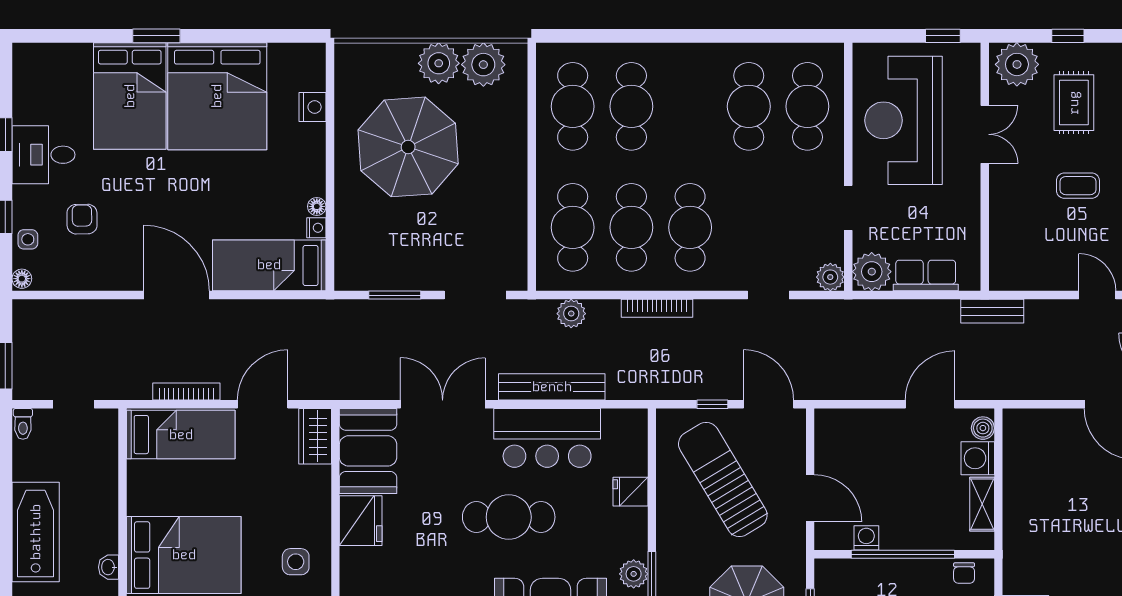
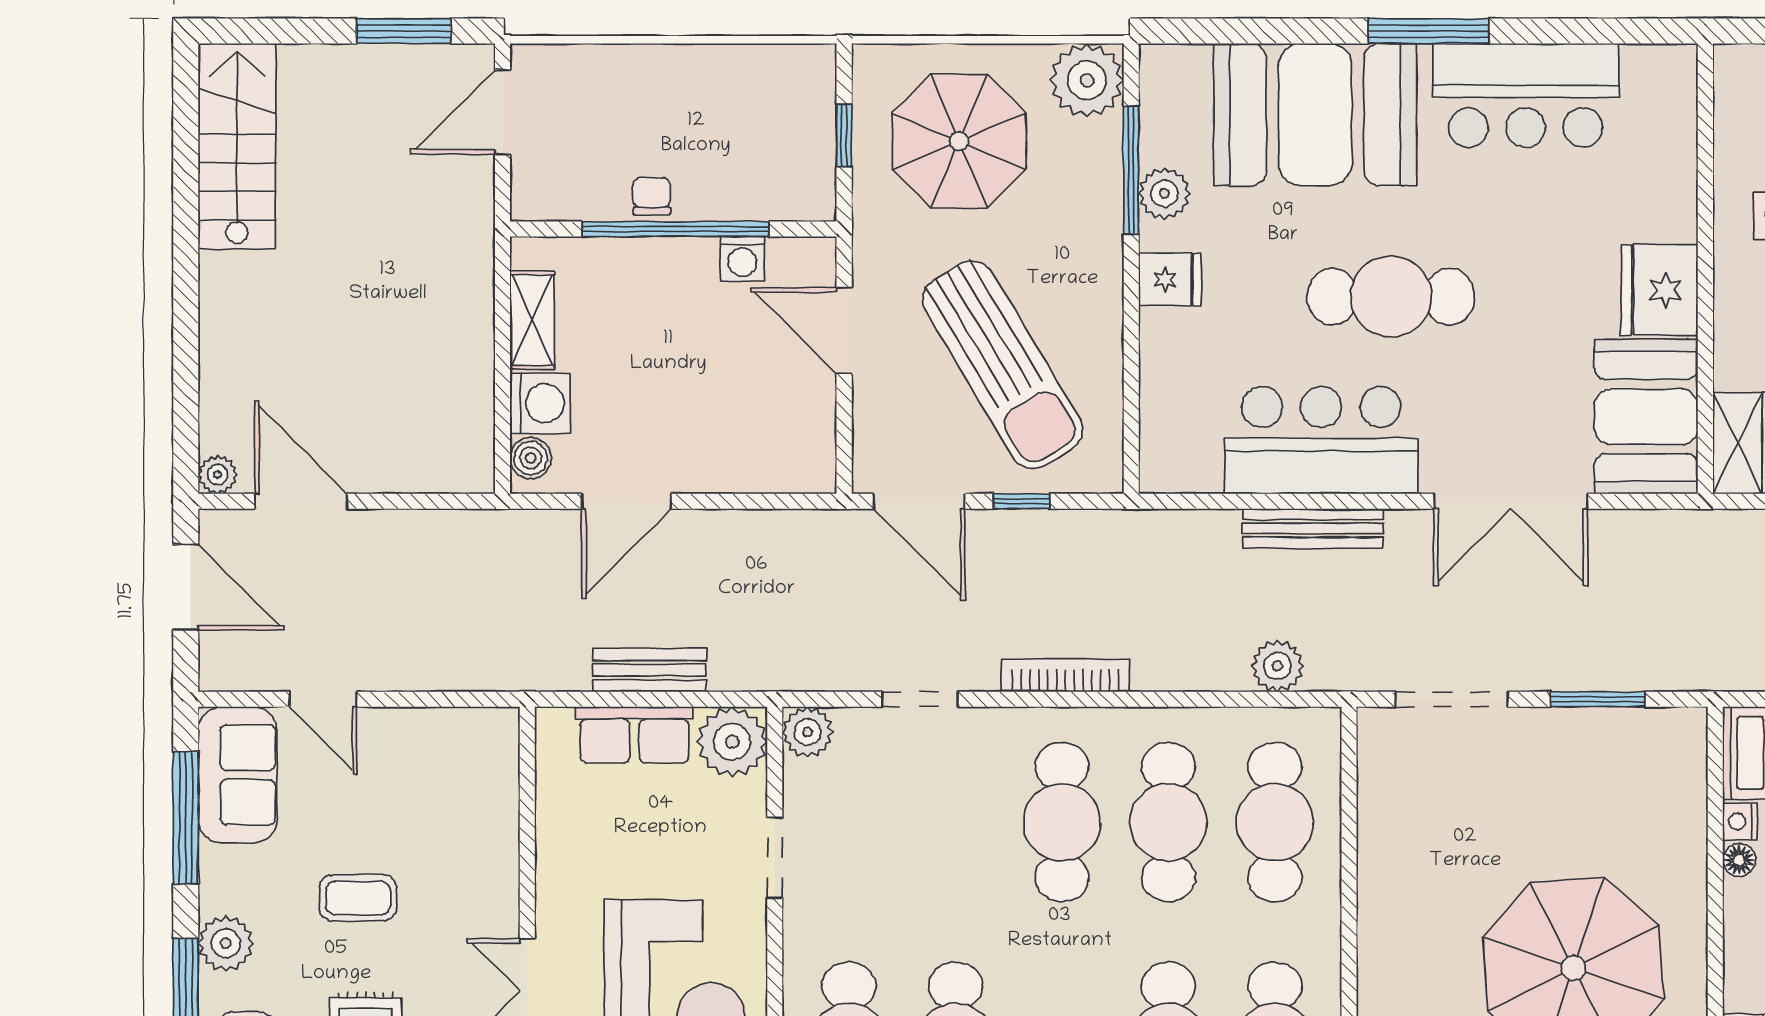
bookcase: (657, 308) -> (1065, 675), moved
bench: (992, 311) -> (649, 670), moved
bench: (552, 387) -> (1313, 528), width x0.73, depth x0.82
fridge: (630, 492) -> (1170, 280), moved
chair: (964, 573) -> (652, 196), moved

